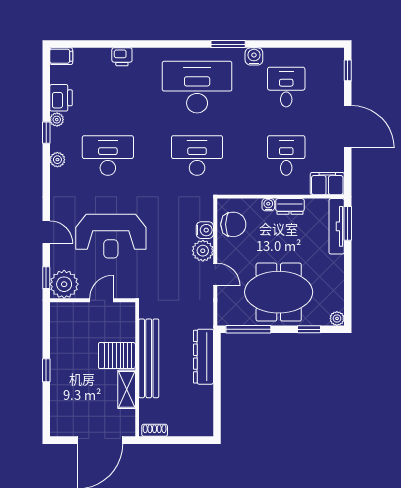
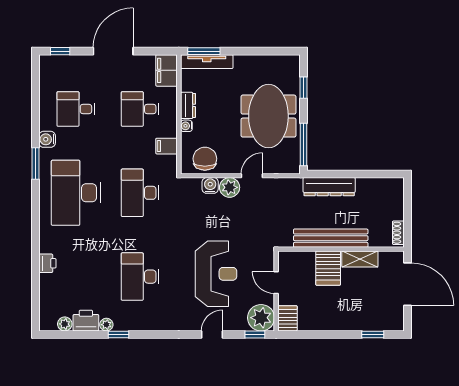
filing cabinet: (61, 56) -> (166, 146), moved, turned -90
plant: (57, 160) -> (65, 324), moved
server rack: (63, 312) -> (287, 318), added
plant: (337, 318) -> (293, 61), removed
window: (46, 370) -> (373, 334), moved

